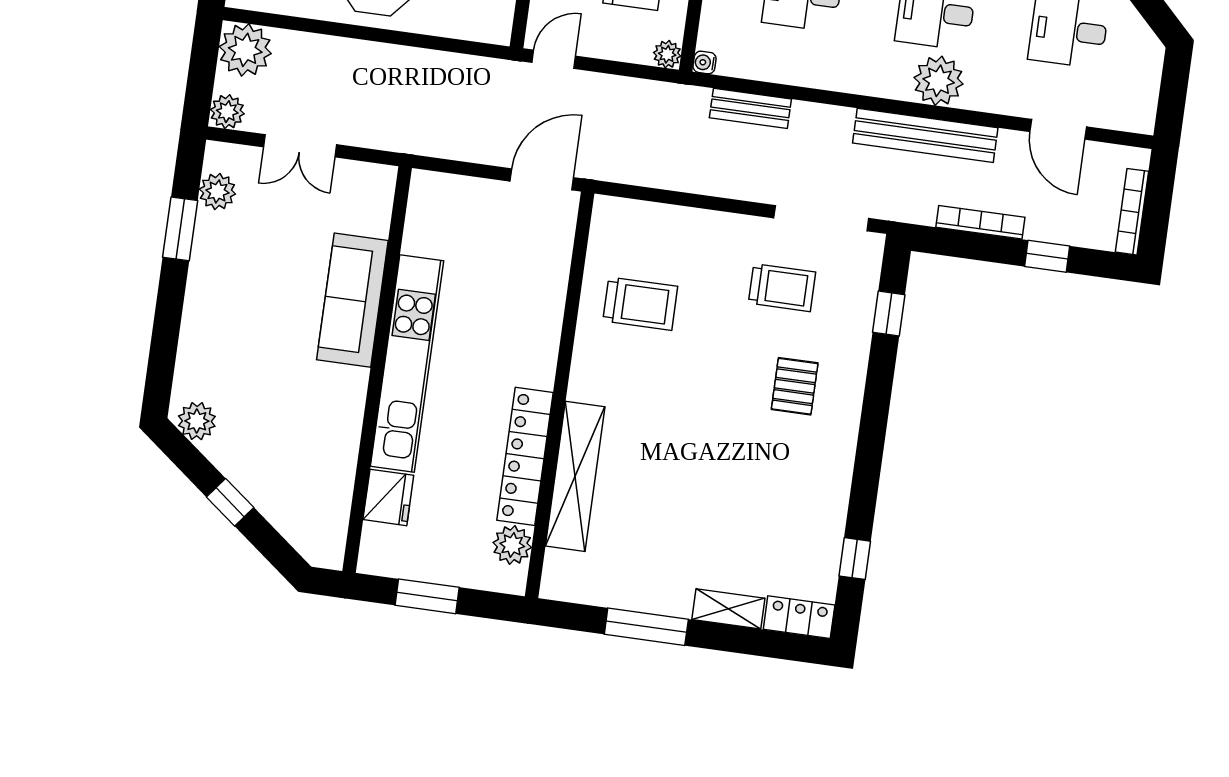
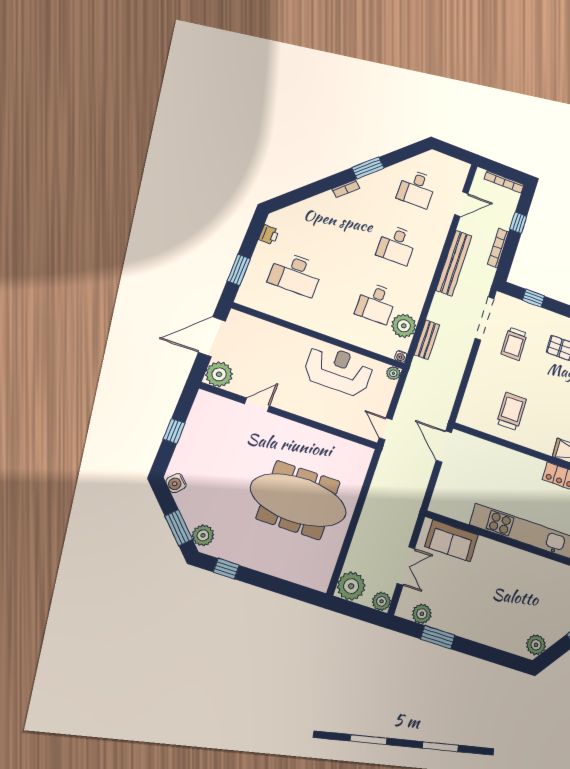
plant: (939, 81) -> (404, 326), moved
trolley: (782, 288) -> (514, 344), turned 180
sofa: (352, 300) -> (452, 541), moved, width x0.73

